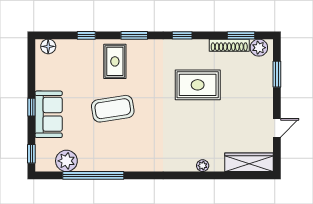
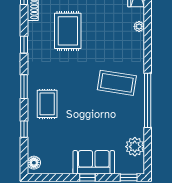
rug: (115, 61) -> (47, 104), turned 90
coffee table: (113, 109) -> (117, 83), moved, turned -72
window: (93, 175) -> (148, 100), moved

